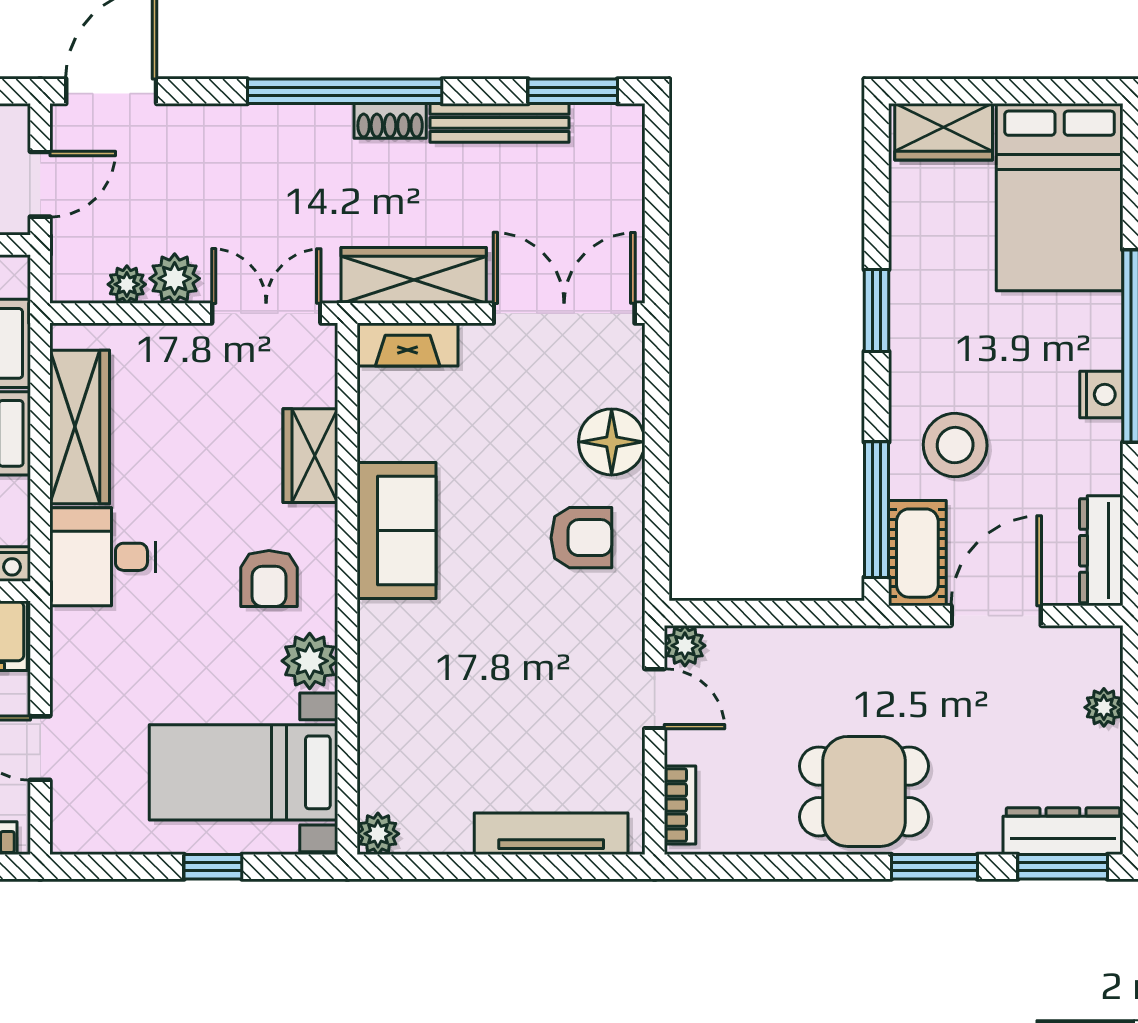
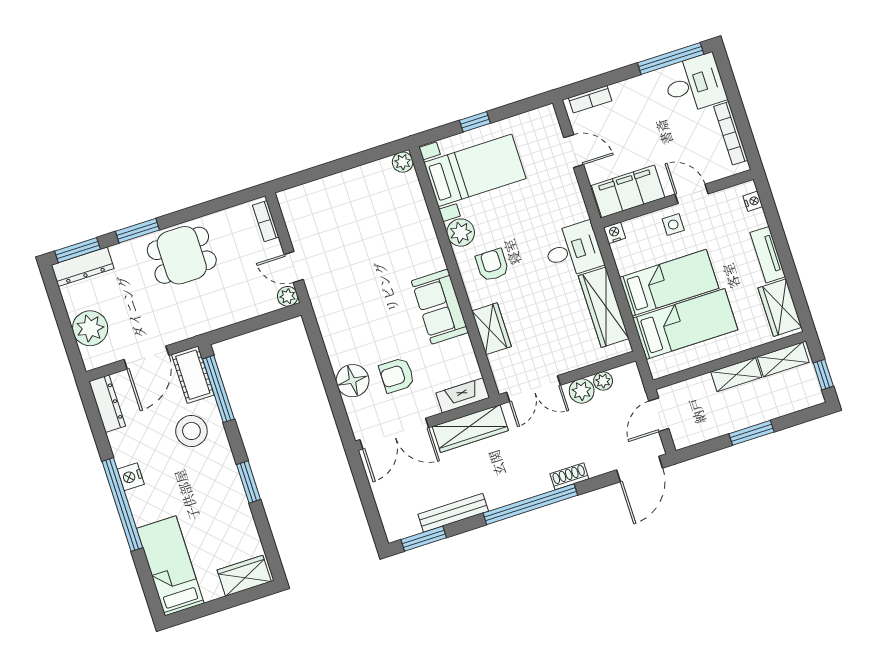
shoe rack: (390, 121) -> (569, 476), moved
bed: (1060, 197) -> (170, 566), width x0.67
armchair: (581, 538) -> (397, 375), moved
plant: (1104, 707) -> (90, 328), width x1.88, depth x1.88
tv unit: (551, 834) -> (322, 188), removed

